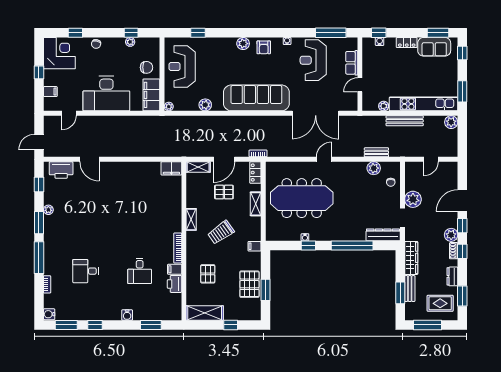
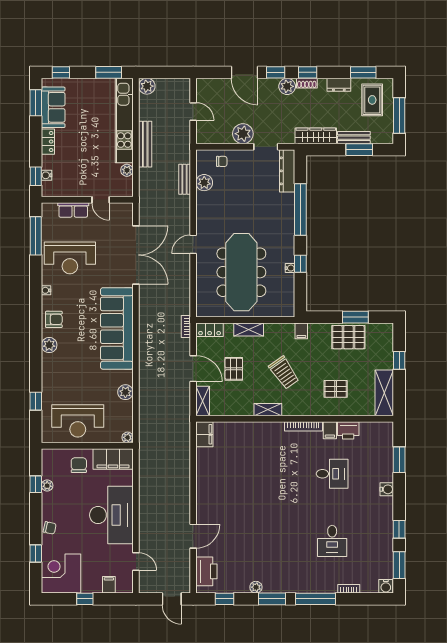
door: (324, 159) -> (193, 244), hinge flipped

